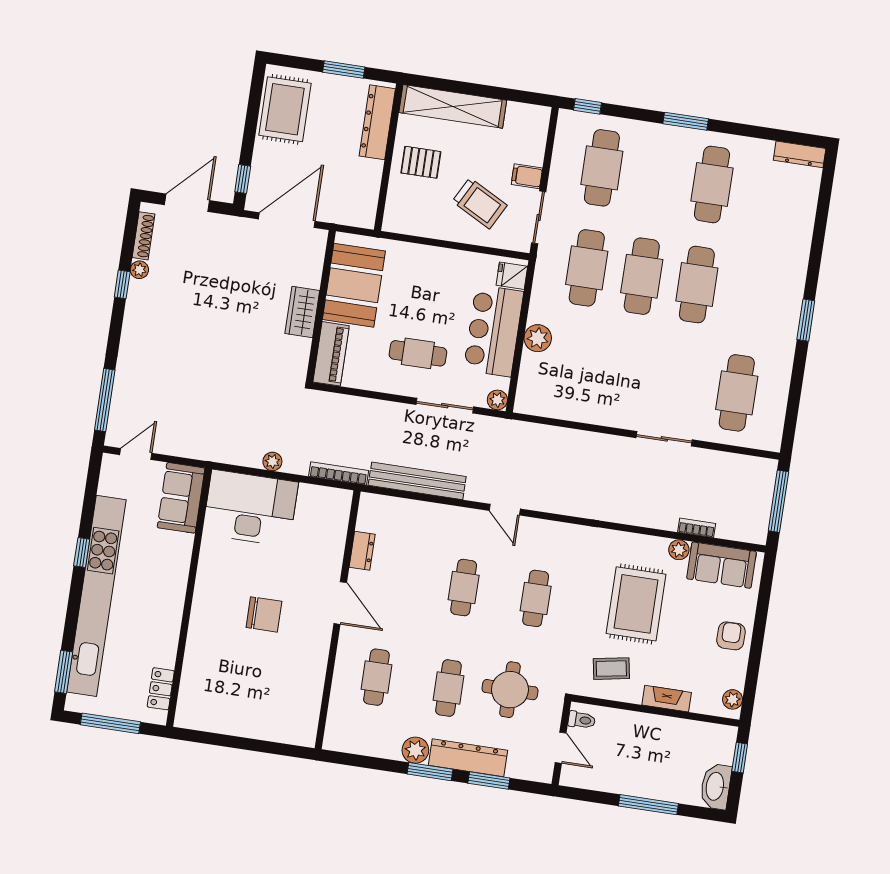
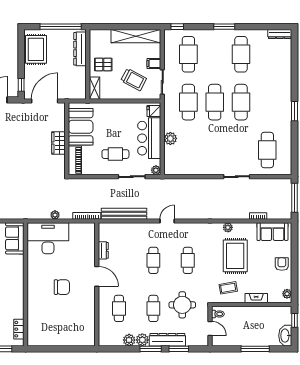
window: (344, 70) -> (61, 27), width x2.11
shelving: (453, 106) -> (136, 36), moved
shelving: (395, 209) -> (94, 88), added
door: (505, 510) -> (167, 221), swing flipped
plant: (679, 550) -> (228, 227), moved
plant: (388, 746) -> (129, 340), added

